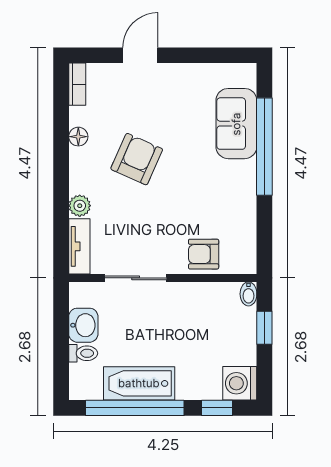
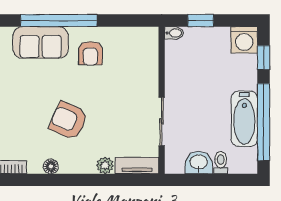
armchair: (204, 254) -> (90, 53), moved

